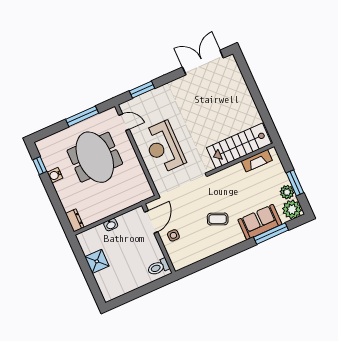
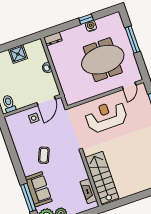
window: (82, 116) -> (132, 40), moved
window: (40, 166) -> (86, 19), moved
door: (151, 222) -> (46, 101), hinge flipped

